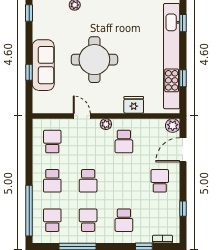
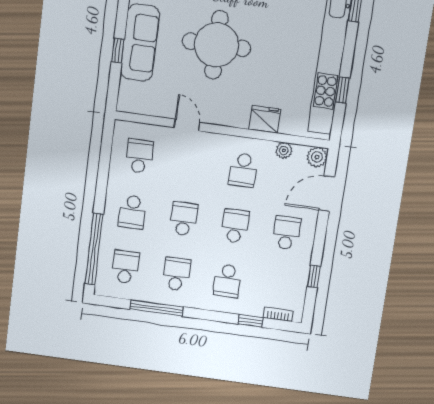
plant: (106, 124) -> (284, 150), moved
school desk: (88, 181) -> (184, 219), turned 180
school desk: (124, 181) -> (235, 226), added

